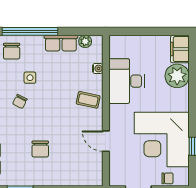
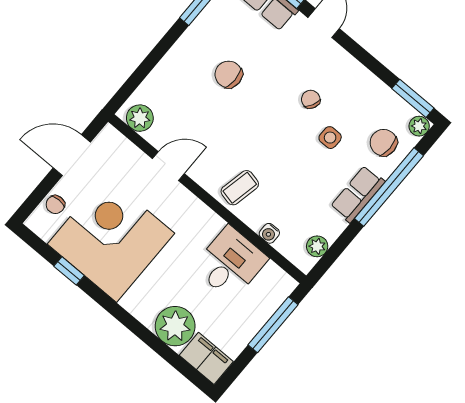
window: (138, 31) -> (273, 325), added
row of seats: (61, 43) -> (358, 194), moved
desk: (127, 81) -> (230, 263), width x0.73
plant: (95, 173) -> (140, 118), added

